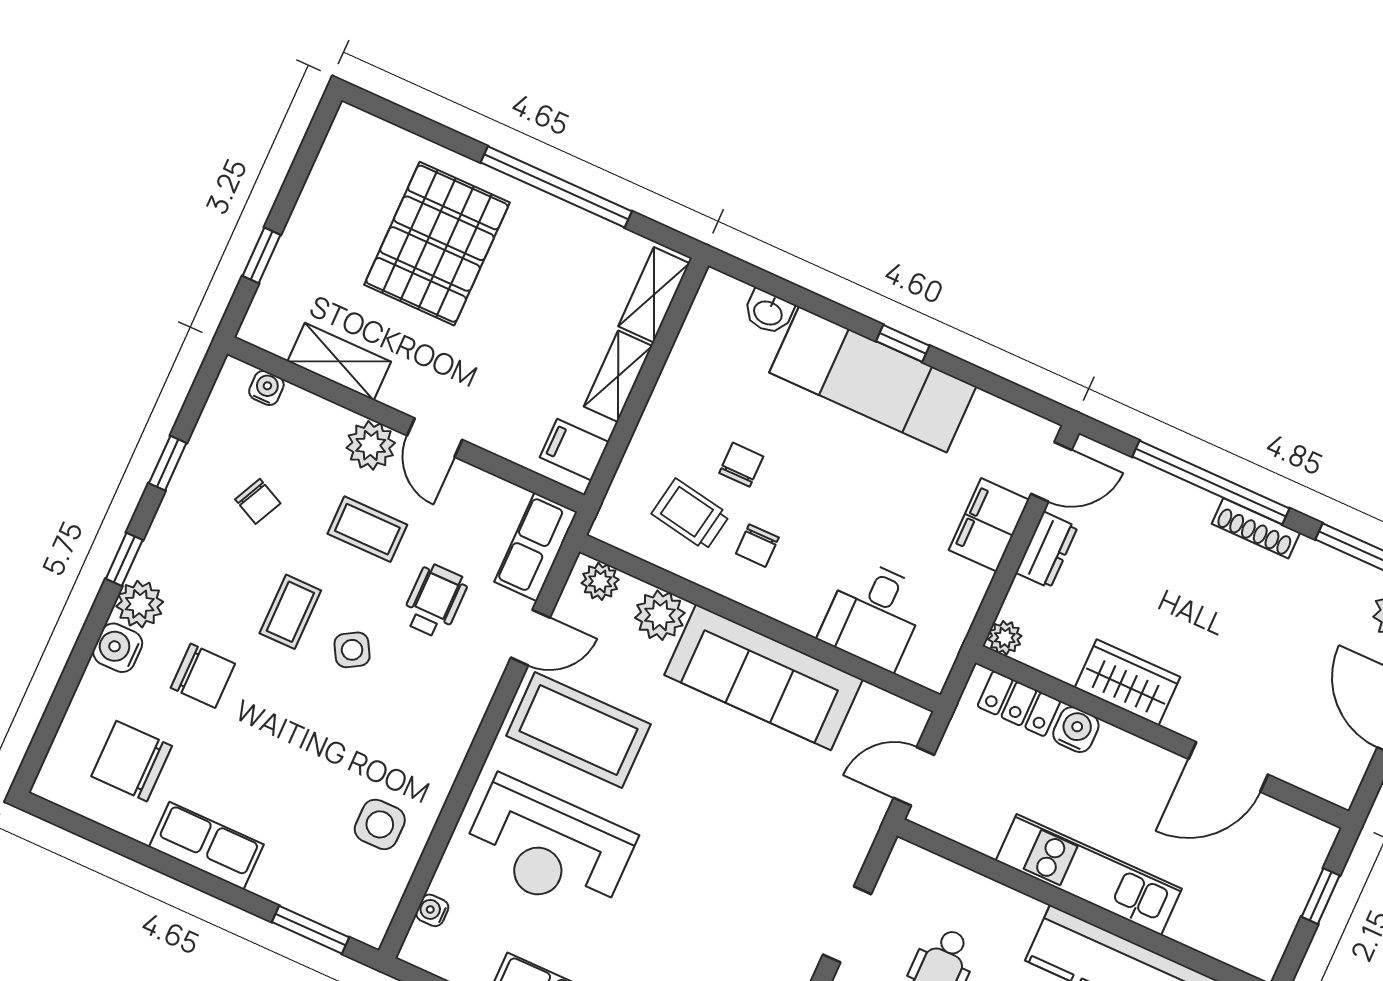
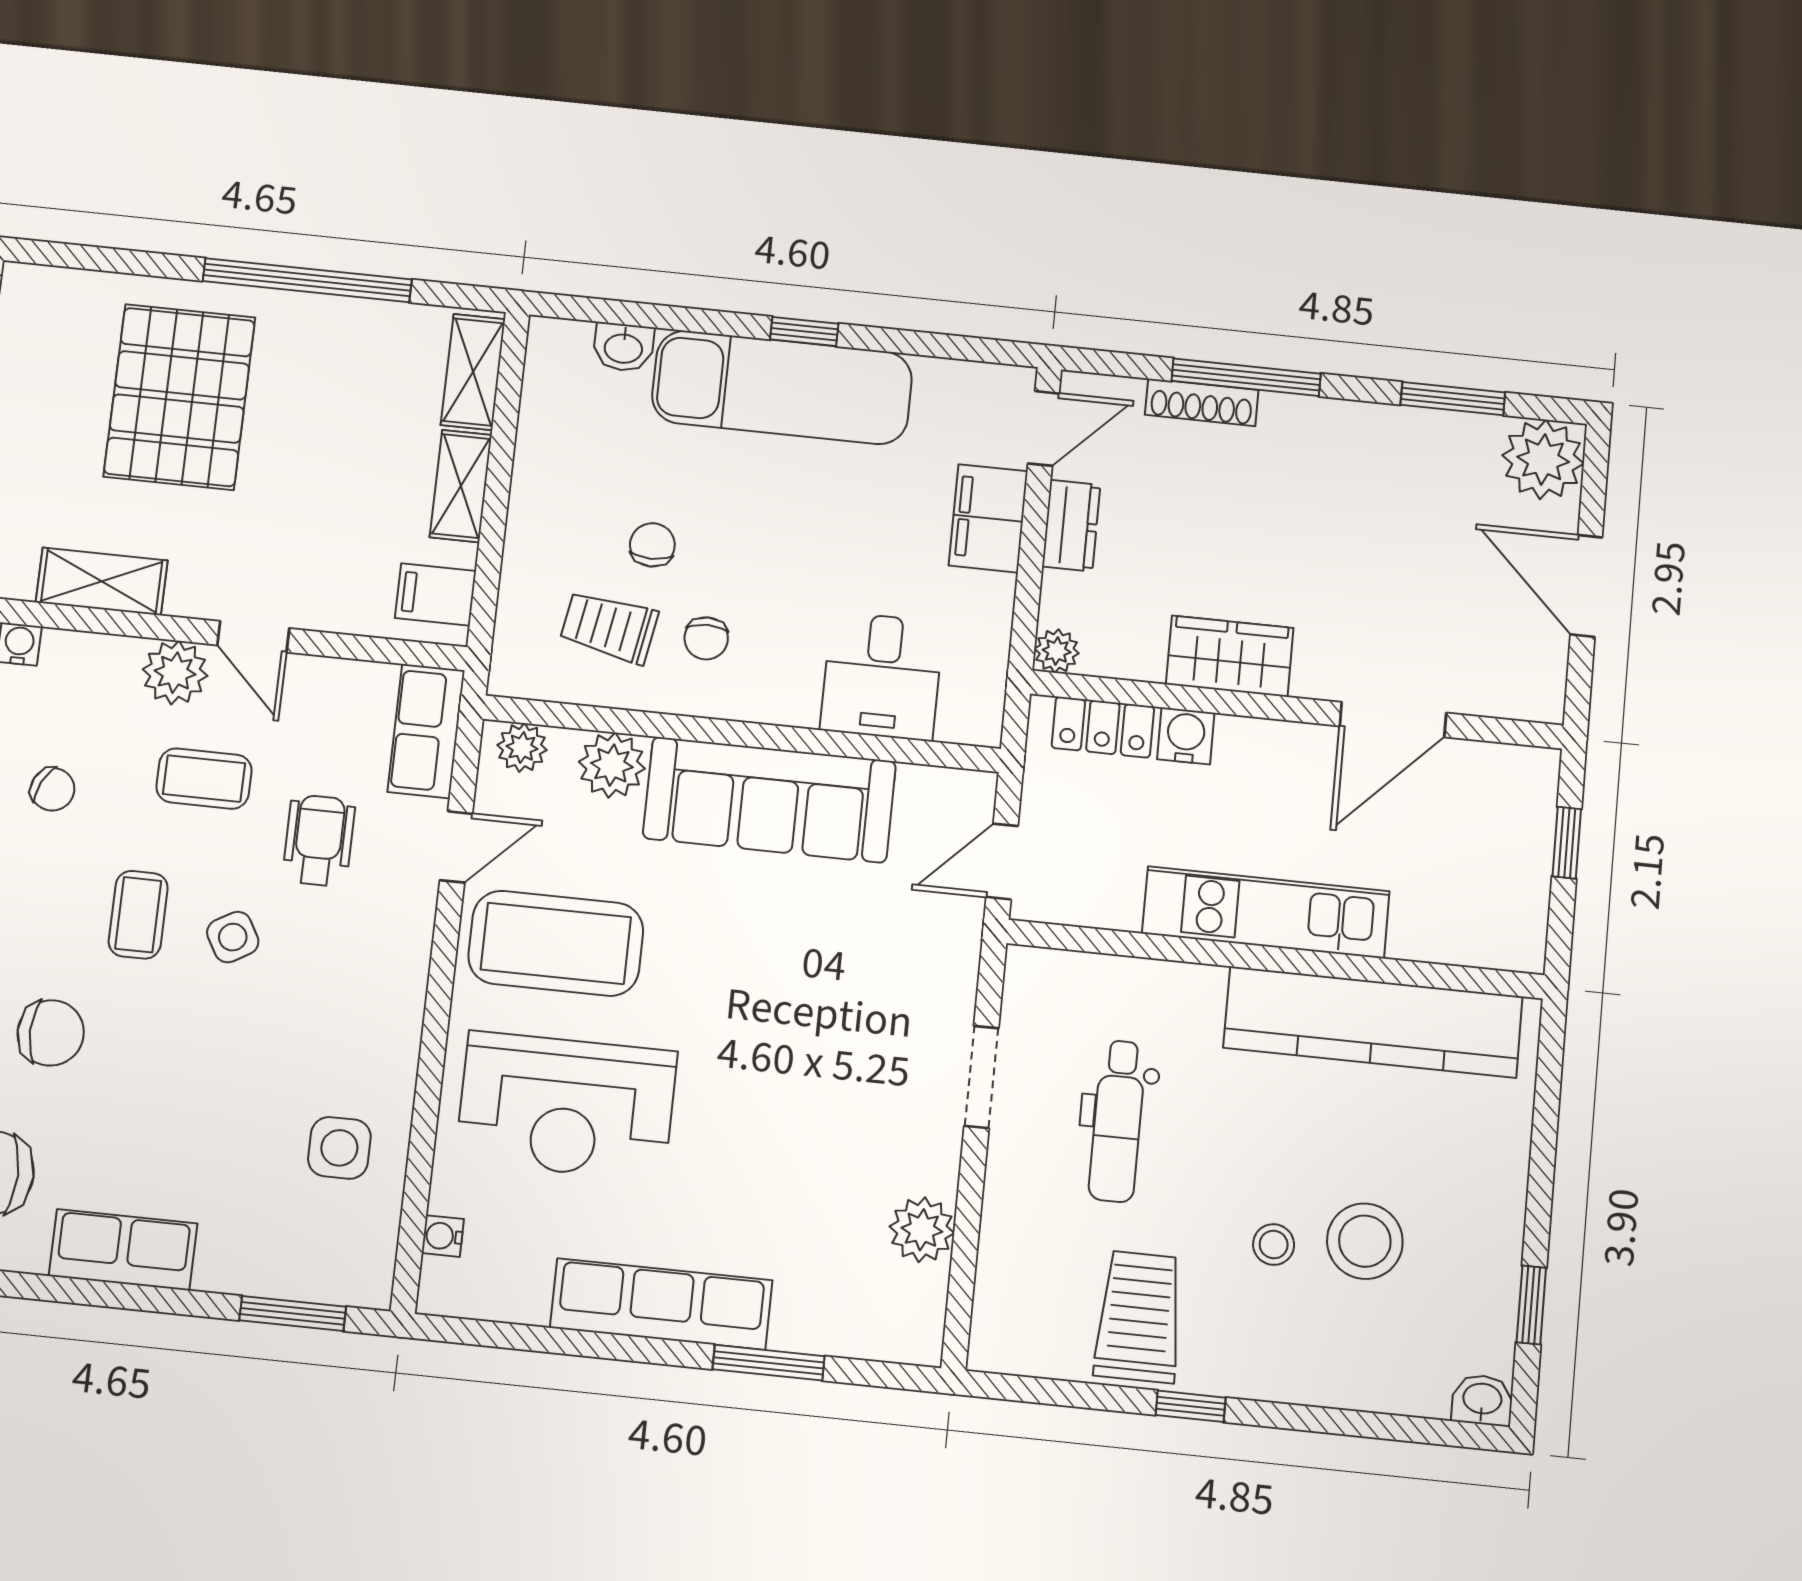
window: (1211, 482) -> (1246, 377), width x0.68
shoe rack: (1256, 528) -> (1202, 402), moved

